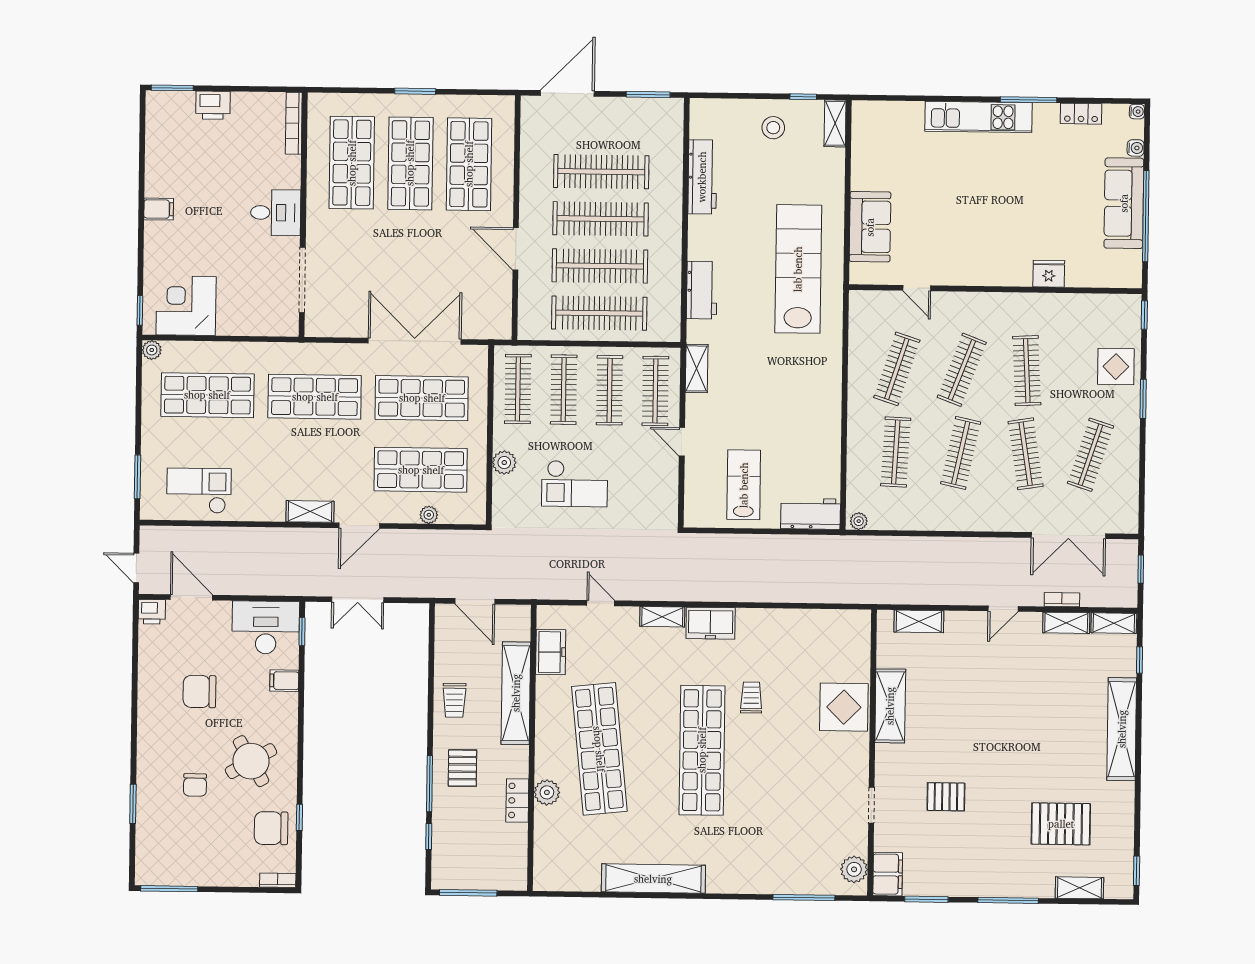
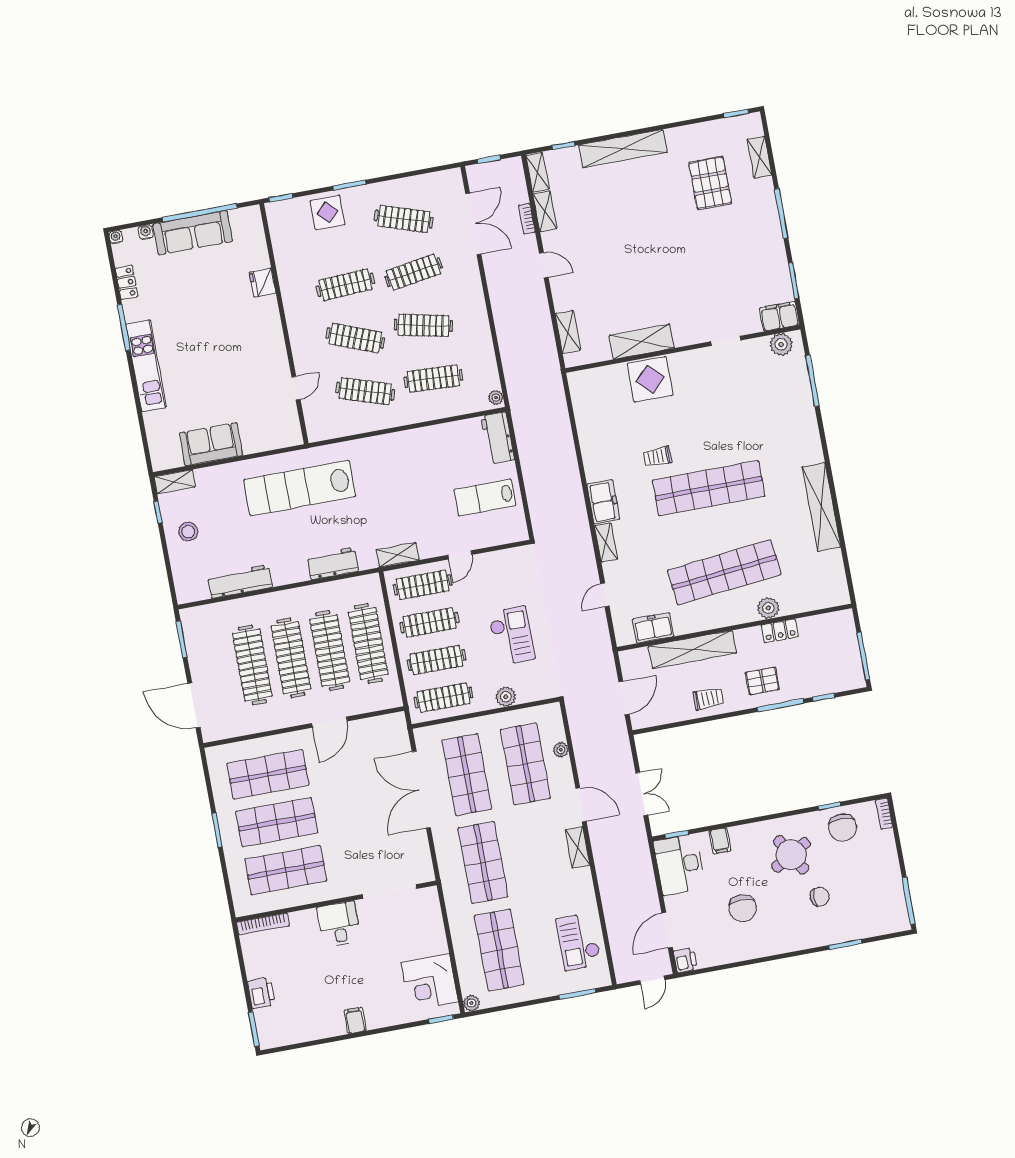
sofa: (870, 227) -> (211, 444), moved
pallet: (946, 797) -> (707, 281), removed

